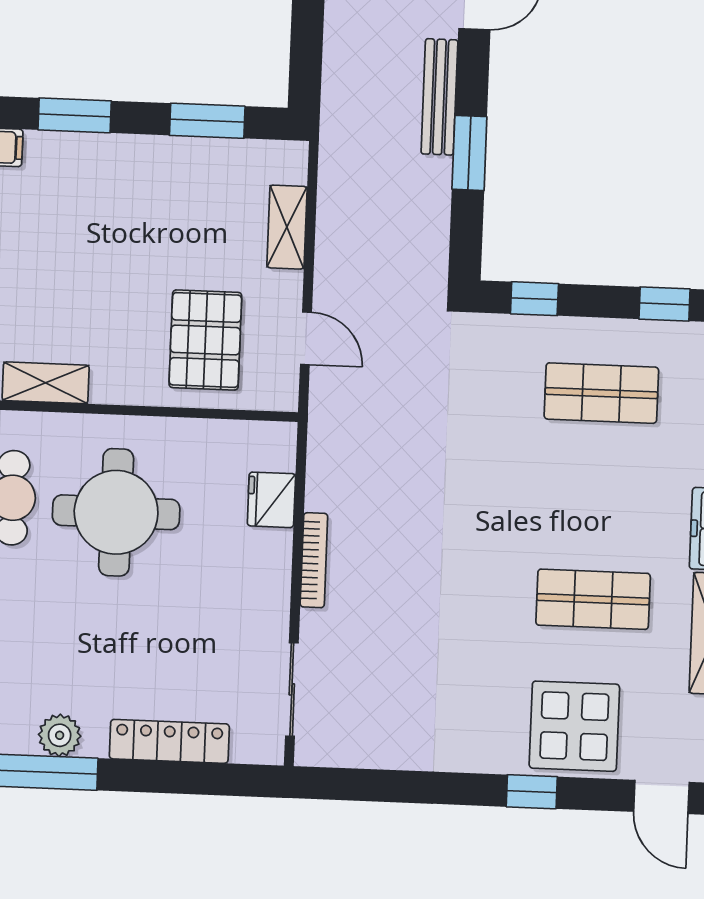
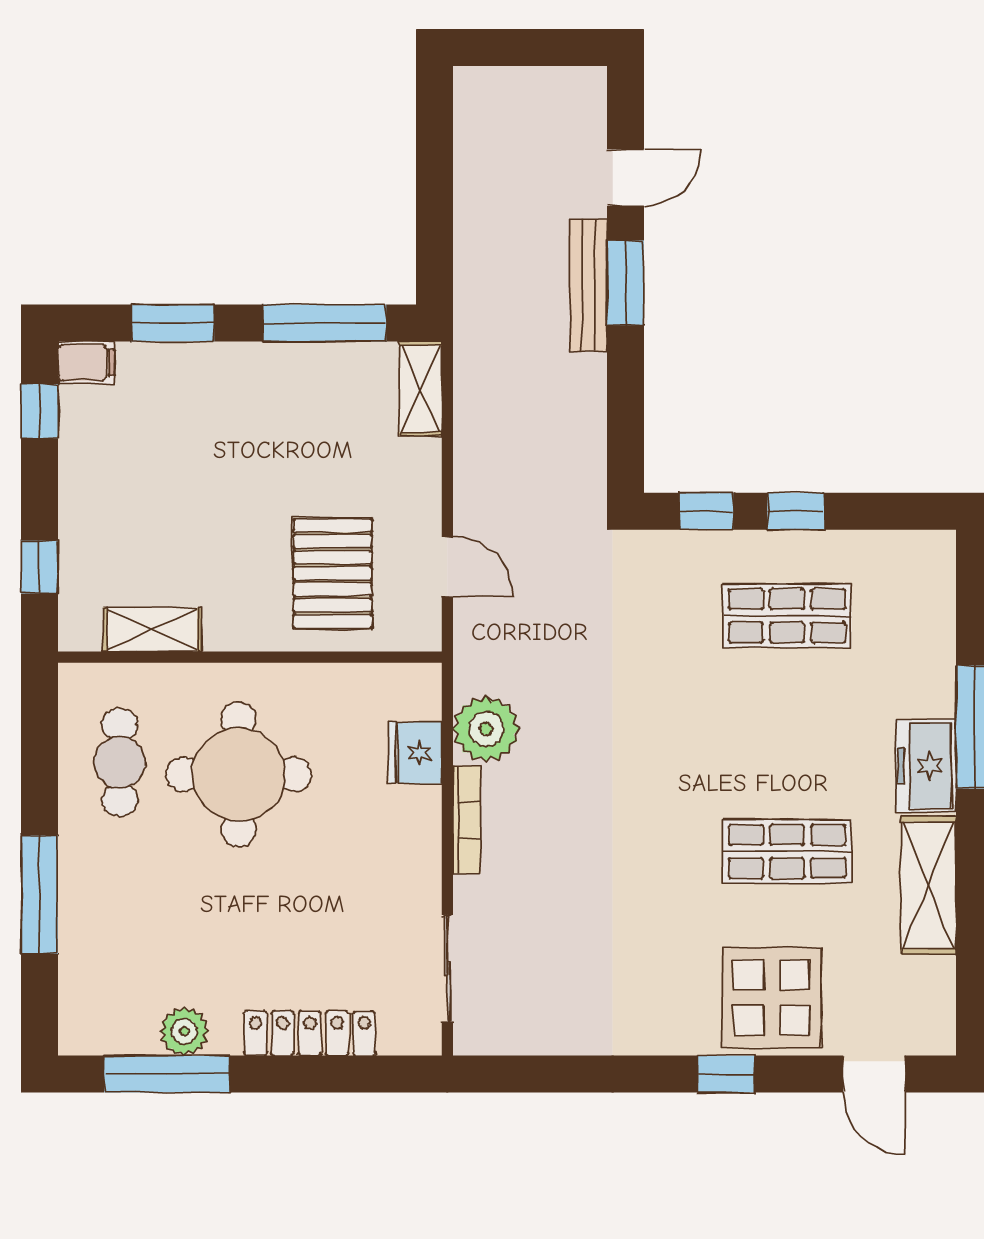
window: (207, 121) -> (325, 323), width x1.44
window: (469, 153) -> (625, 283), moved
shelving: (287, 227) -> (421, 389), moved
window: (664, 304) -> (796, 511), moved
plant: (334, 481) -> (486, 729), added

